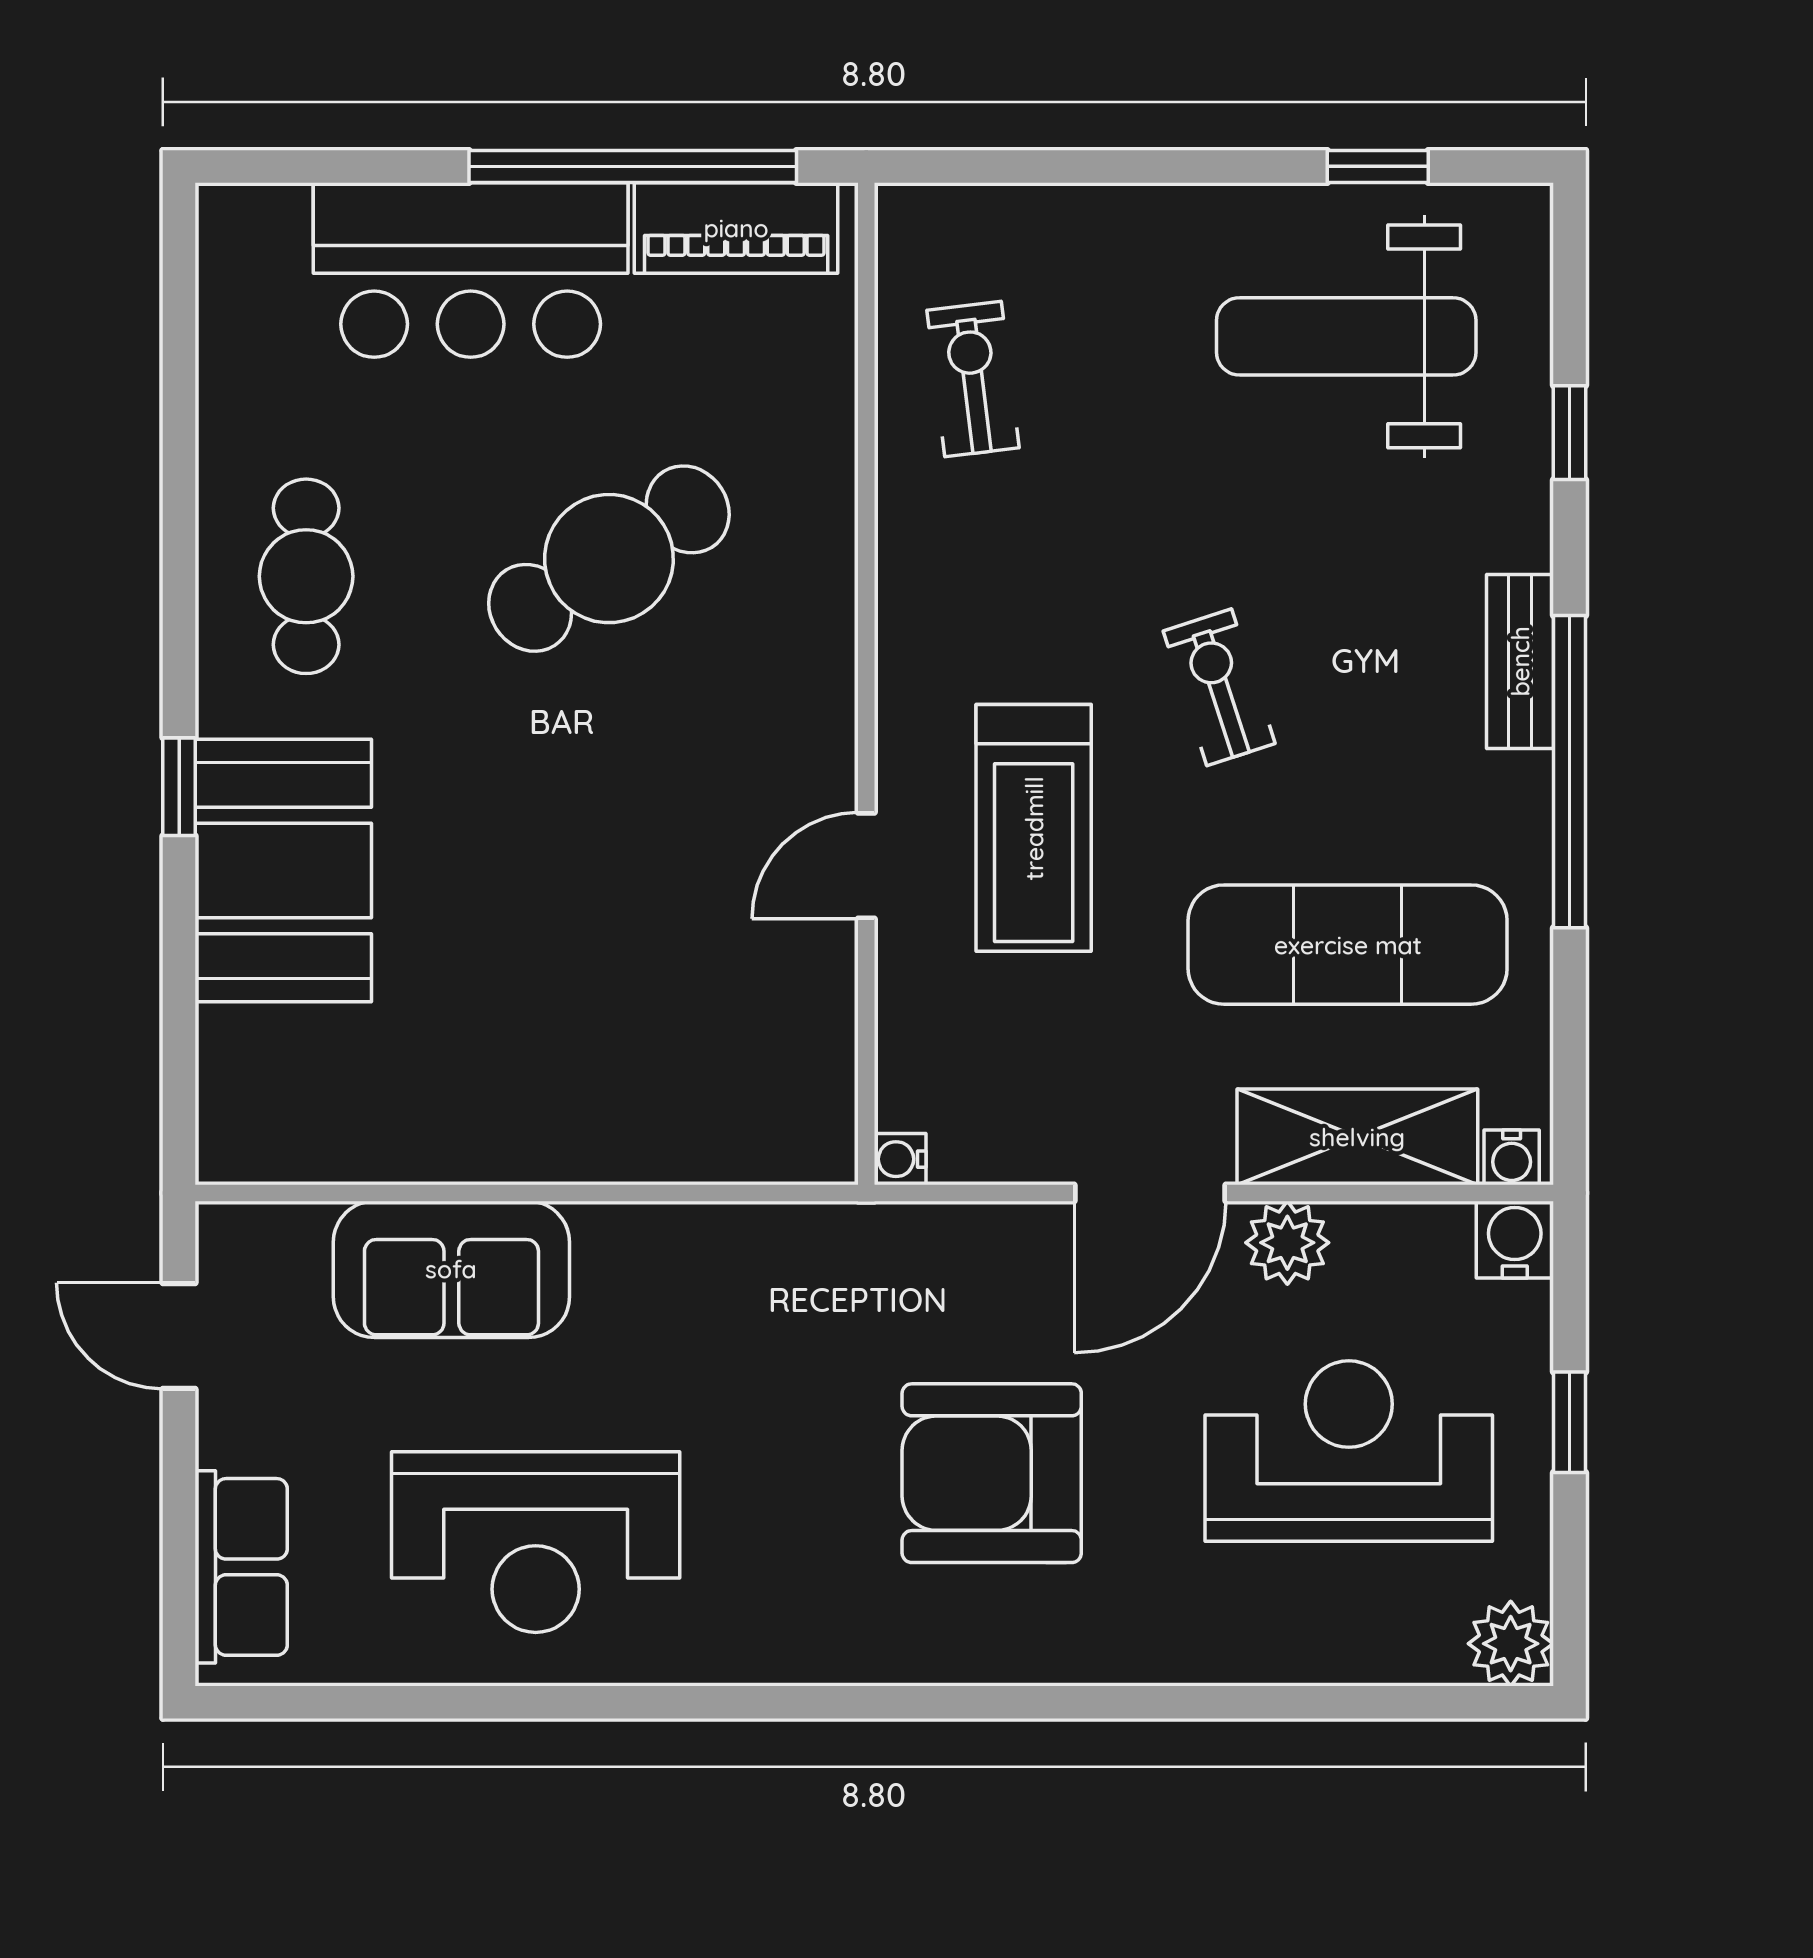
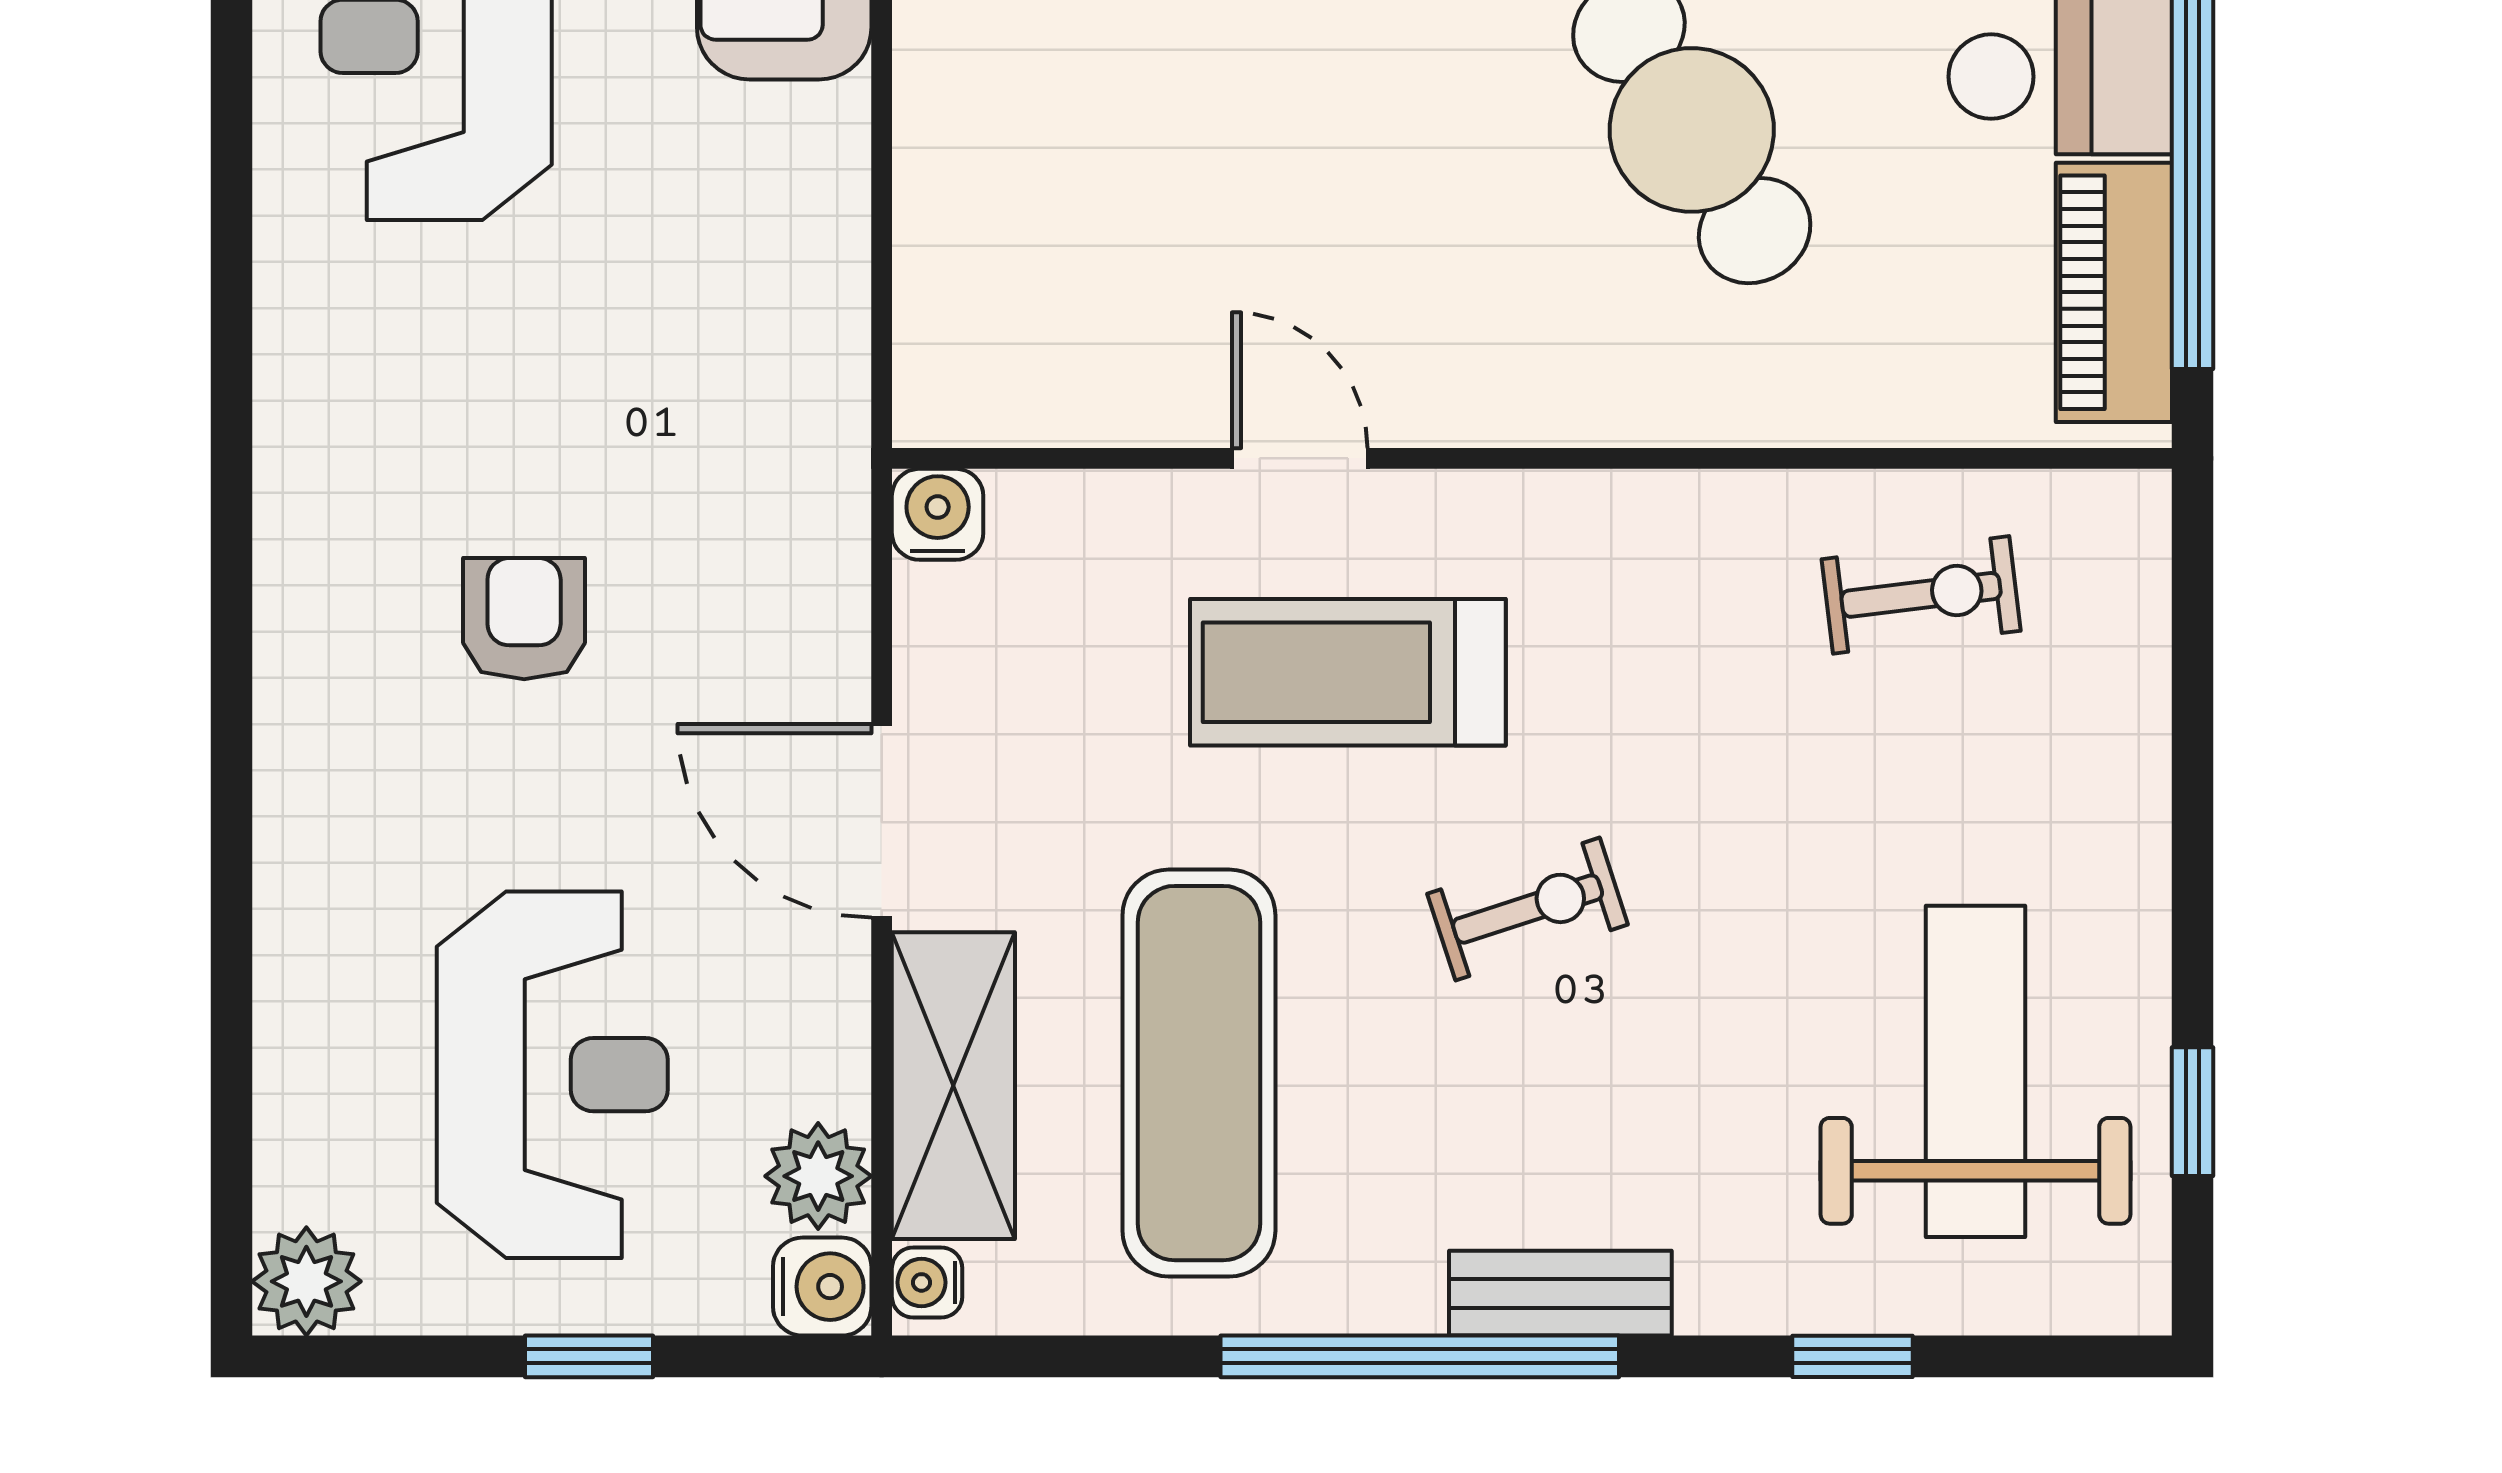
water cooler: (900, 1159) -> (938, 514), width x1.38, depth x1.38
plant: (1287, 1243) -> (818, 1176), moved
armchair: (992, 1473) -> (524, 619), width x0.53, depth x0.53

